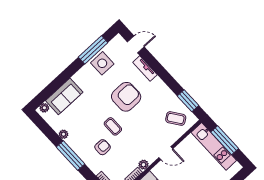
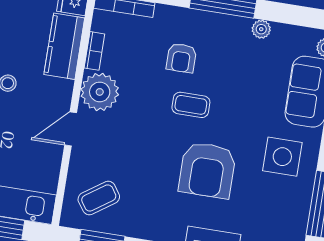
side table: (102, 63) -> (282, 157), moved
plant: (144, 165) -> (100, 92), width x1.87, depth x1.87

